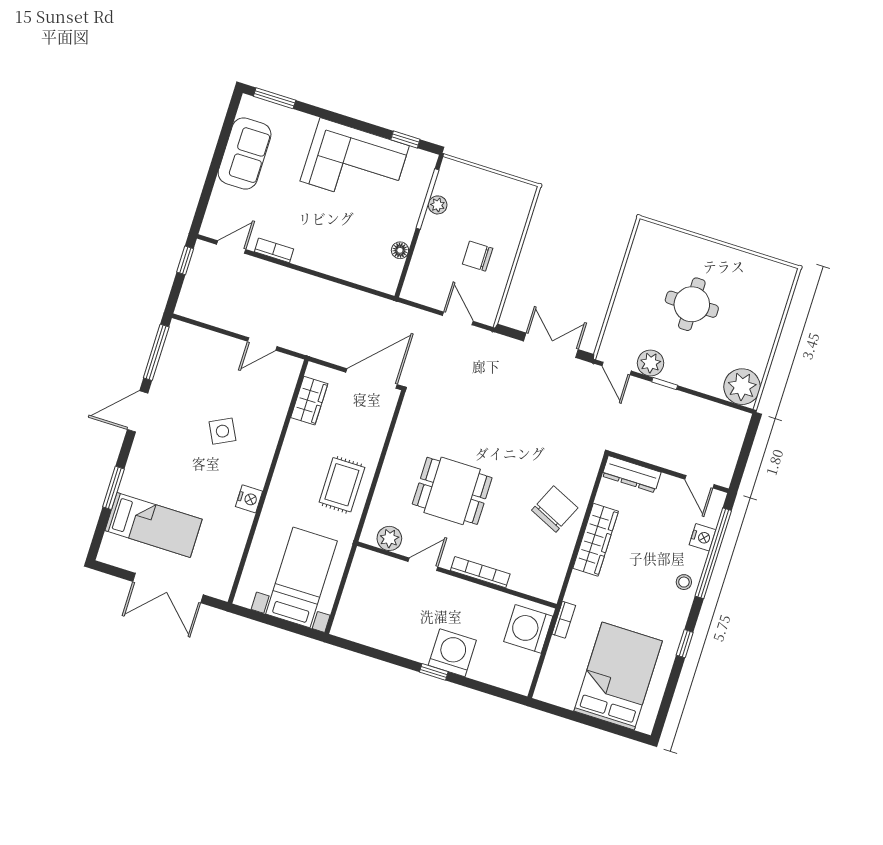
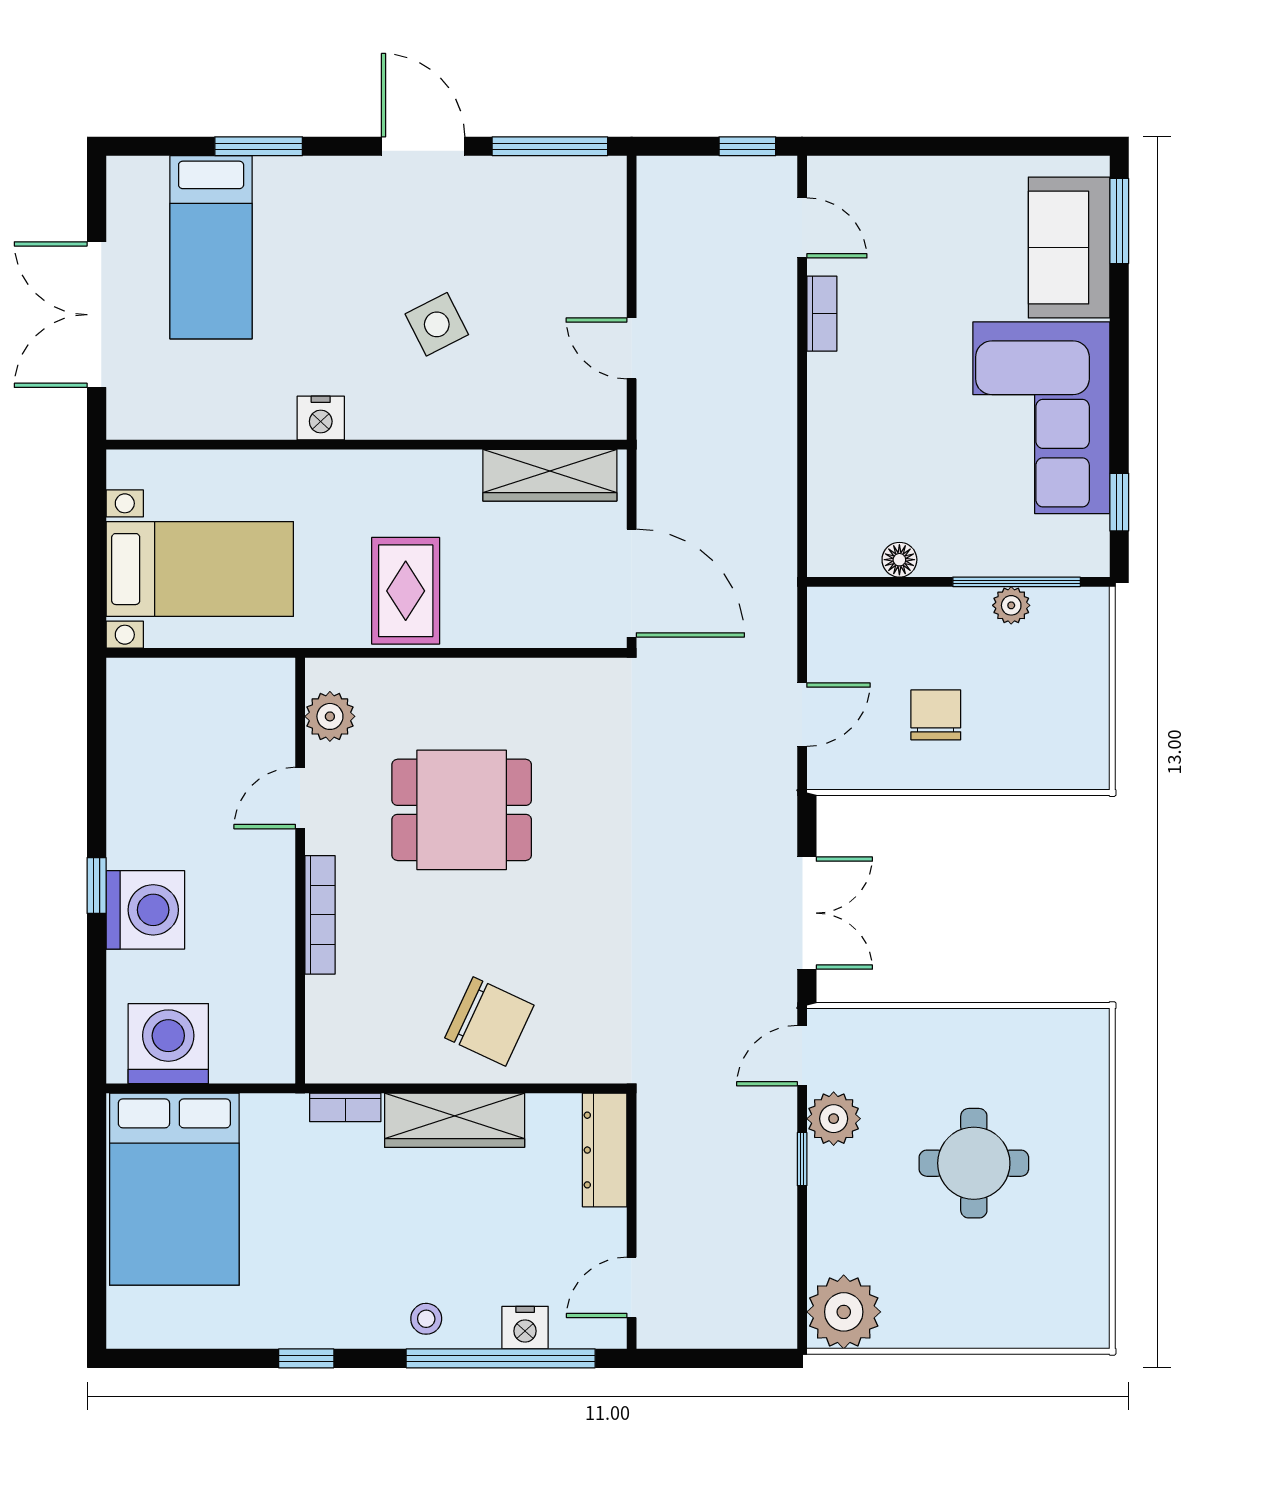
sofa: (245, 154) -> (1069, 248), moved, turned 90
wardrobe: (309, 401) -> (550, 475), width x1.50
rug: (342, 485) -> (406, 591), turned 90
dining table: (452, 491) -> (462, 810), turned 90
door: (423, 564) -> (300, 798), swing flipped
bookcase: (564, 620) -> (345, 1107), moved
washing machine: (528, 629) -> (168, 1044), moved
bed: (618, 676) -> (174, 1189), moved, turned 90

